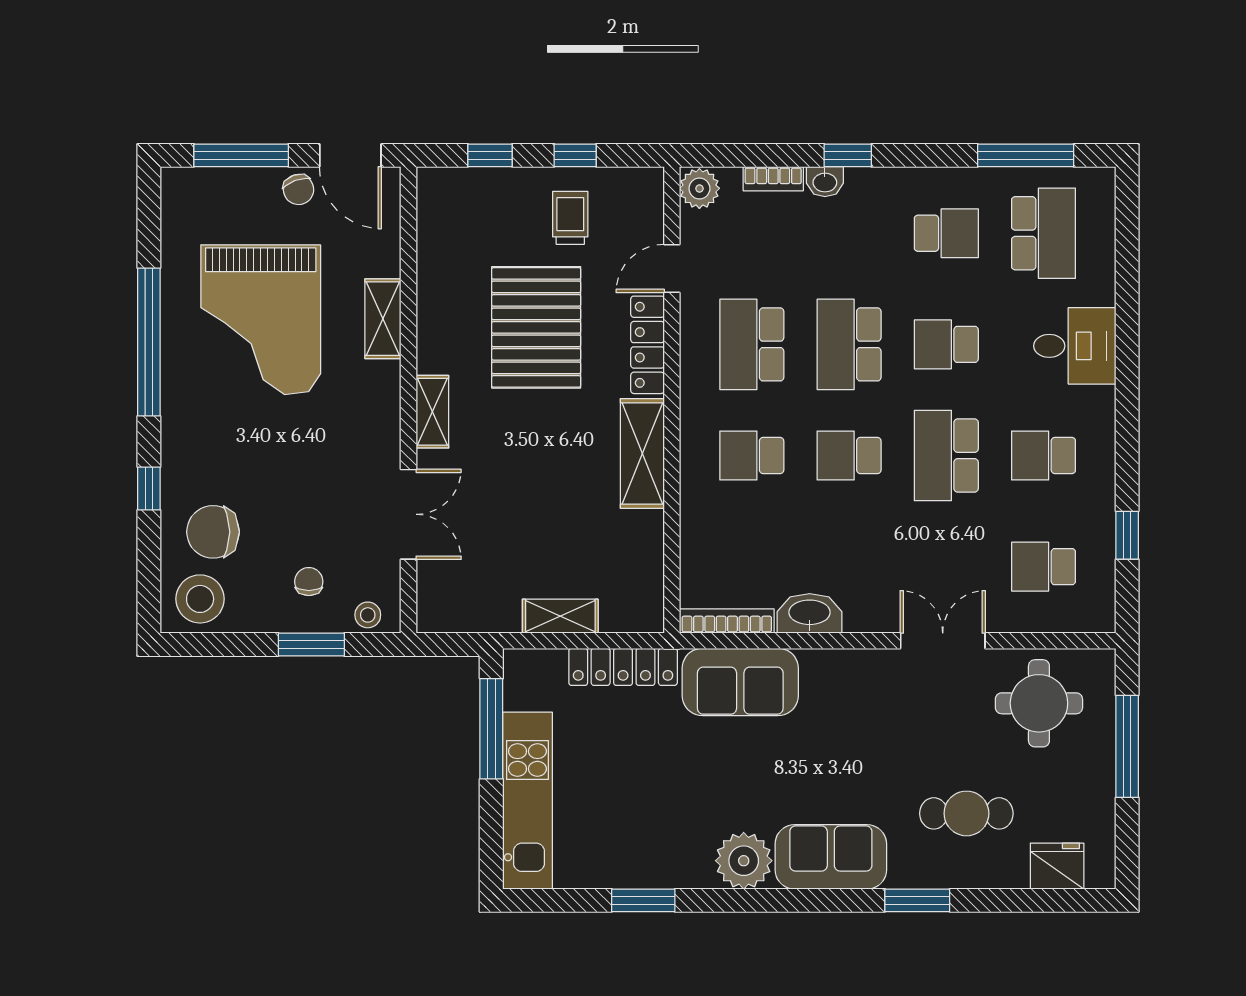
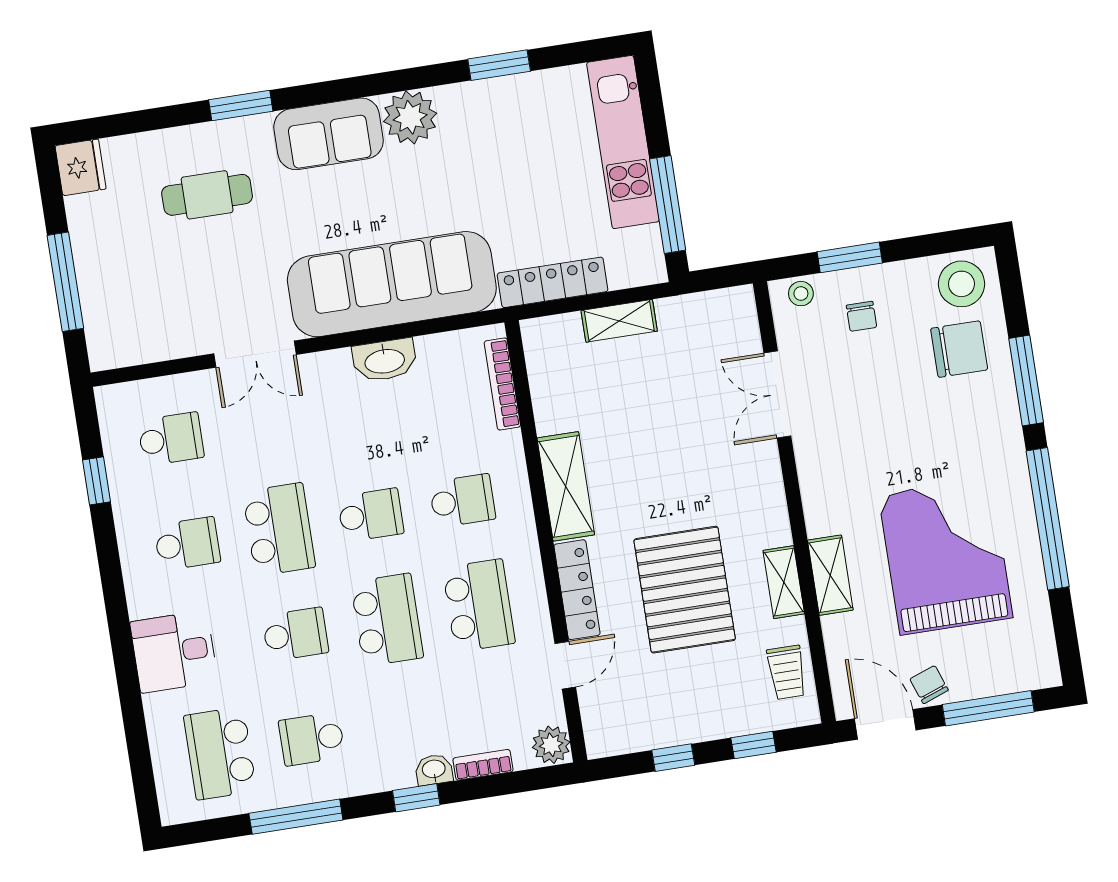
window: (1026, 155) -> (296, 817), moved
trolley: (570, 218) -> (787, 672), moved
shelving: (432, 412) -> (784, 582), moved
window: (149, 488) -> (1026, 381), width x2.17
bookcase: (727, 621) -> (502, 384), moved, turned 90
sofa: (740, 682) -> (392, 284), width x1.85, depth x1.27
round table: (1039, 703) -> (155, 309), removed
fridge: (1057, 866) -> (81, 167), moved, turned -90

